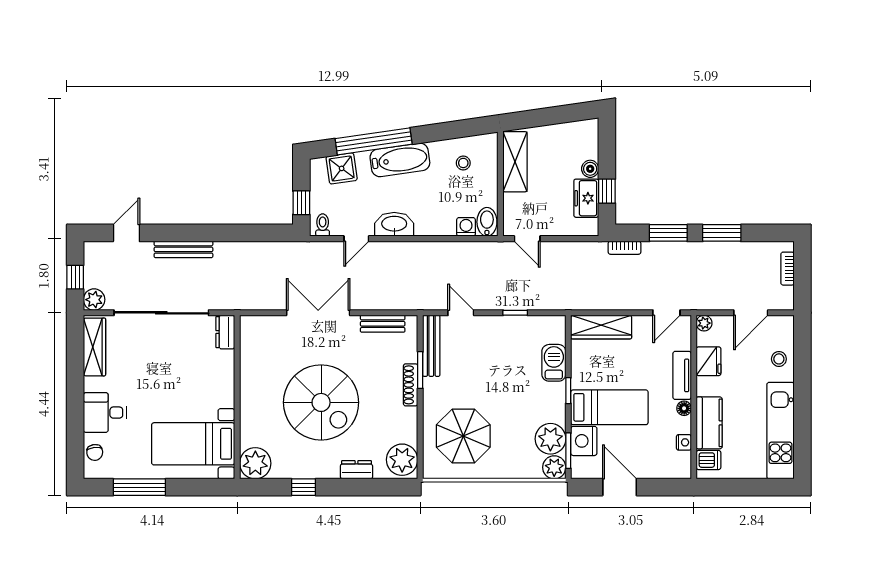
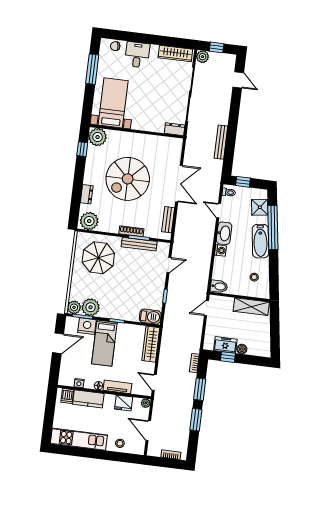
washing machine: (466, 227) -> (220, 250), moved
bench: (183, 249) -> (221, 142), moved
bench: (431, 346) -> (139, 244), moved
barbecue: (554, 363) -> (150, 317), moved
window: (304, 487) -> (82, 149), moved

